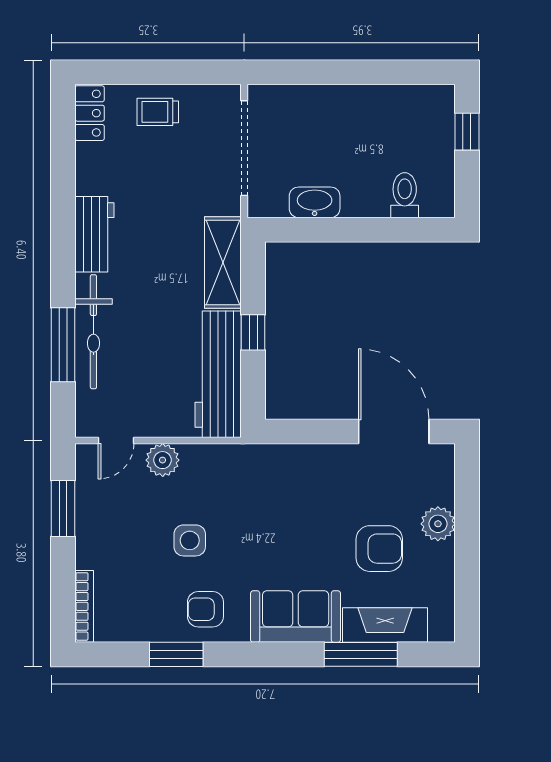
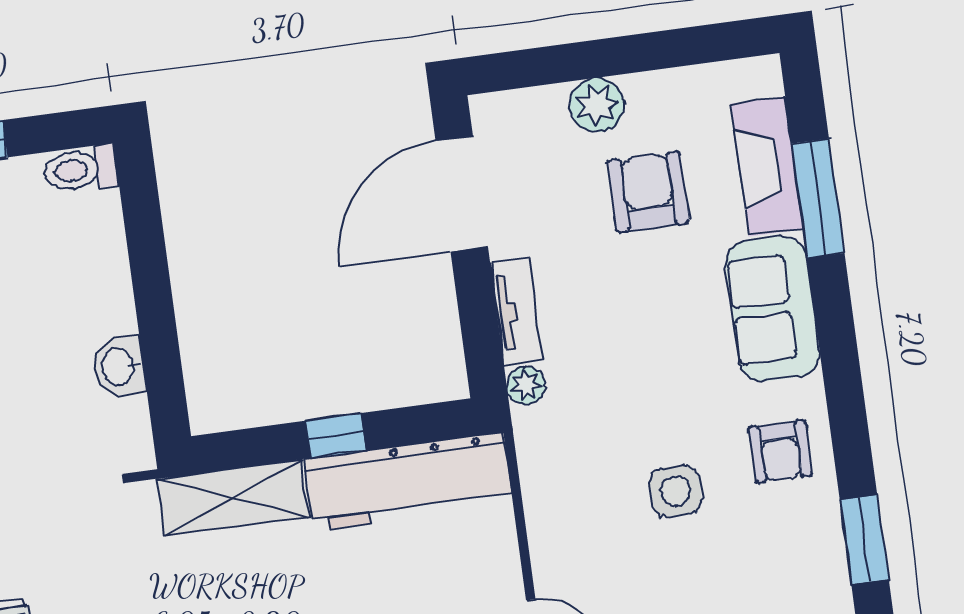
toilet: (405, 195) -> (81, 169), moved
washbasin: (315, 202) -> (119, 367), width x0.72
tv unit: (316, 456) -> (517, 311), added
plant: (163, 460) -> (526, 385), moved, width x0.73, depth x0.73
window: (176, 654) -> (864, 540), moved

